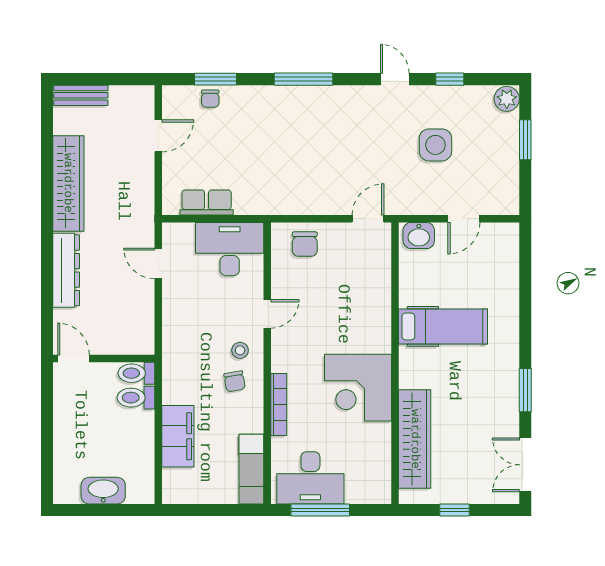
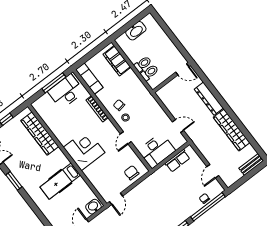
window: (215, 79) -> (208, 207), width x2.11
toilet: (136, 373) -> (143, 64), moved
corner desk: (358, 388) -> (84, 150), moved
filing cabinet: (178, 436) -> (117, 61), moved

